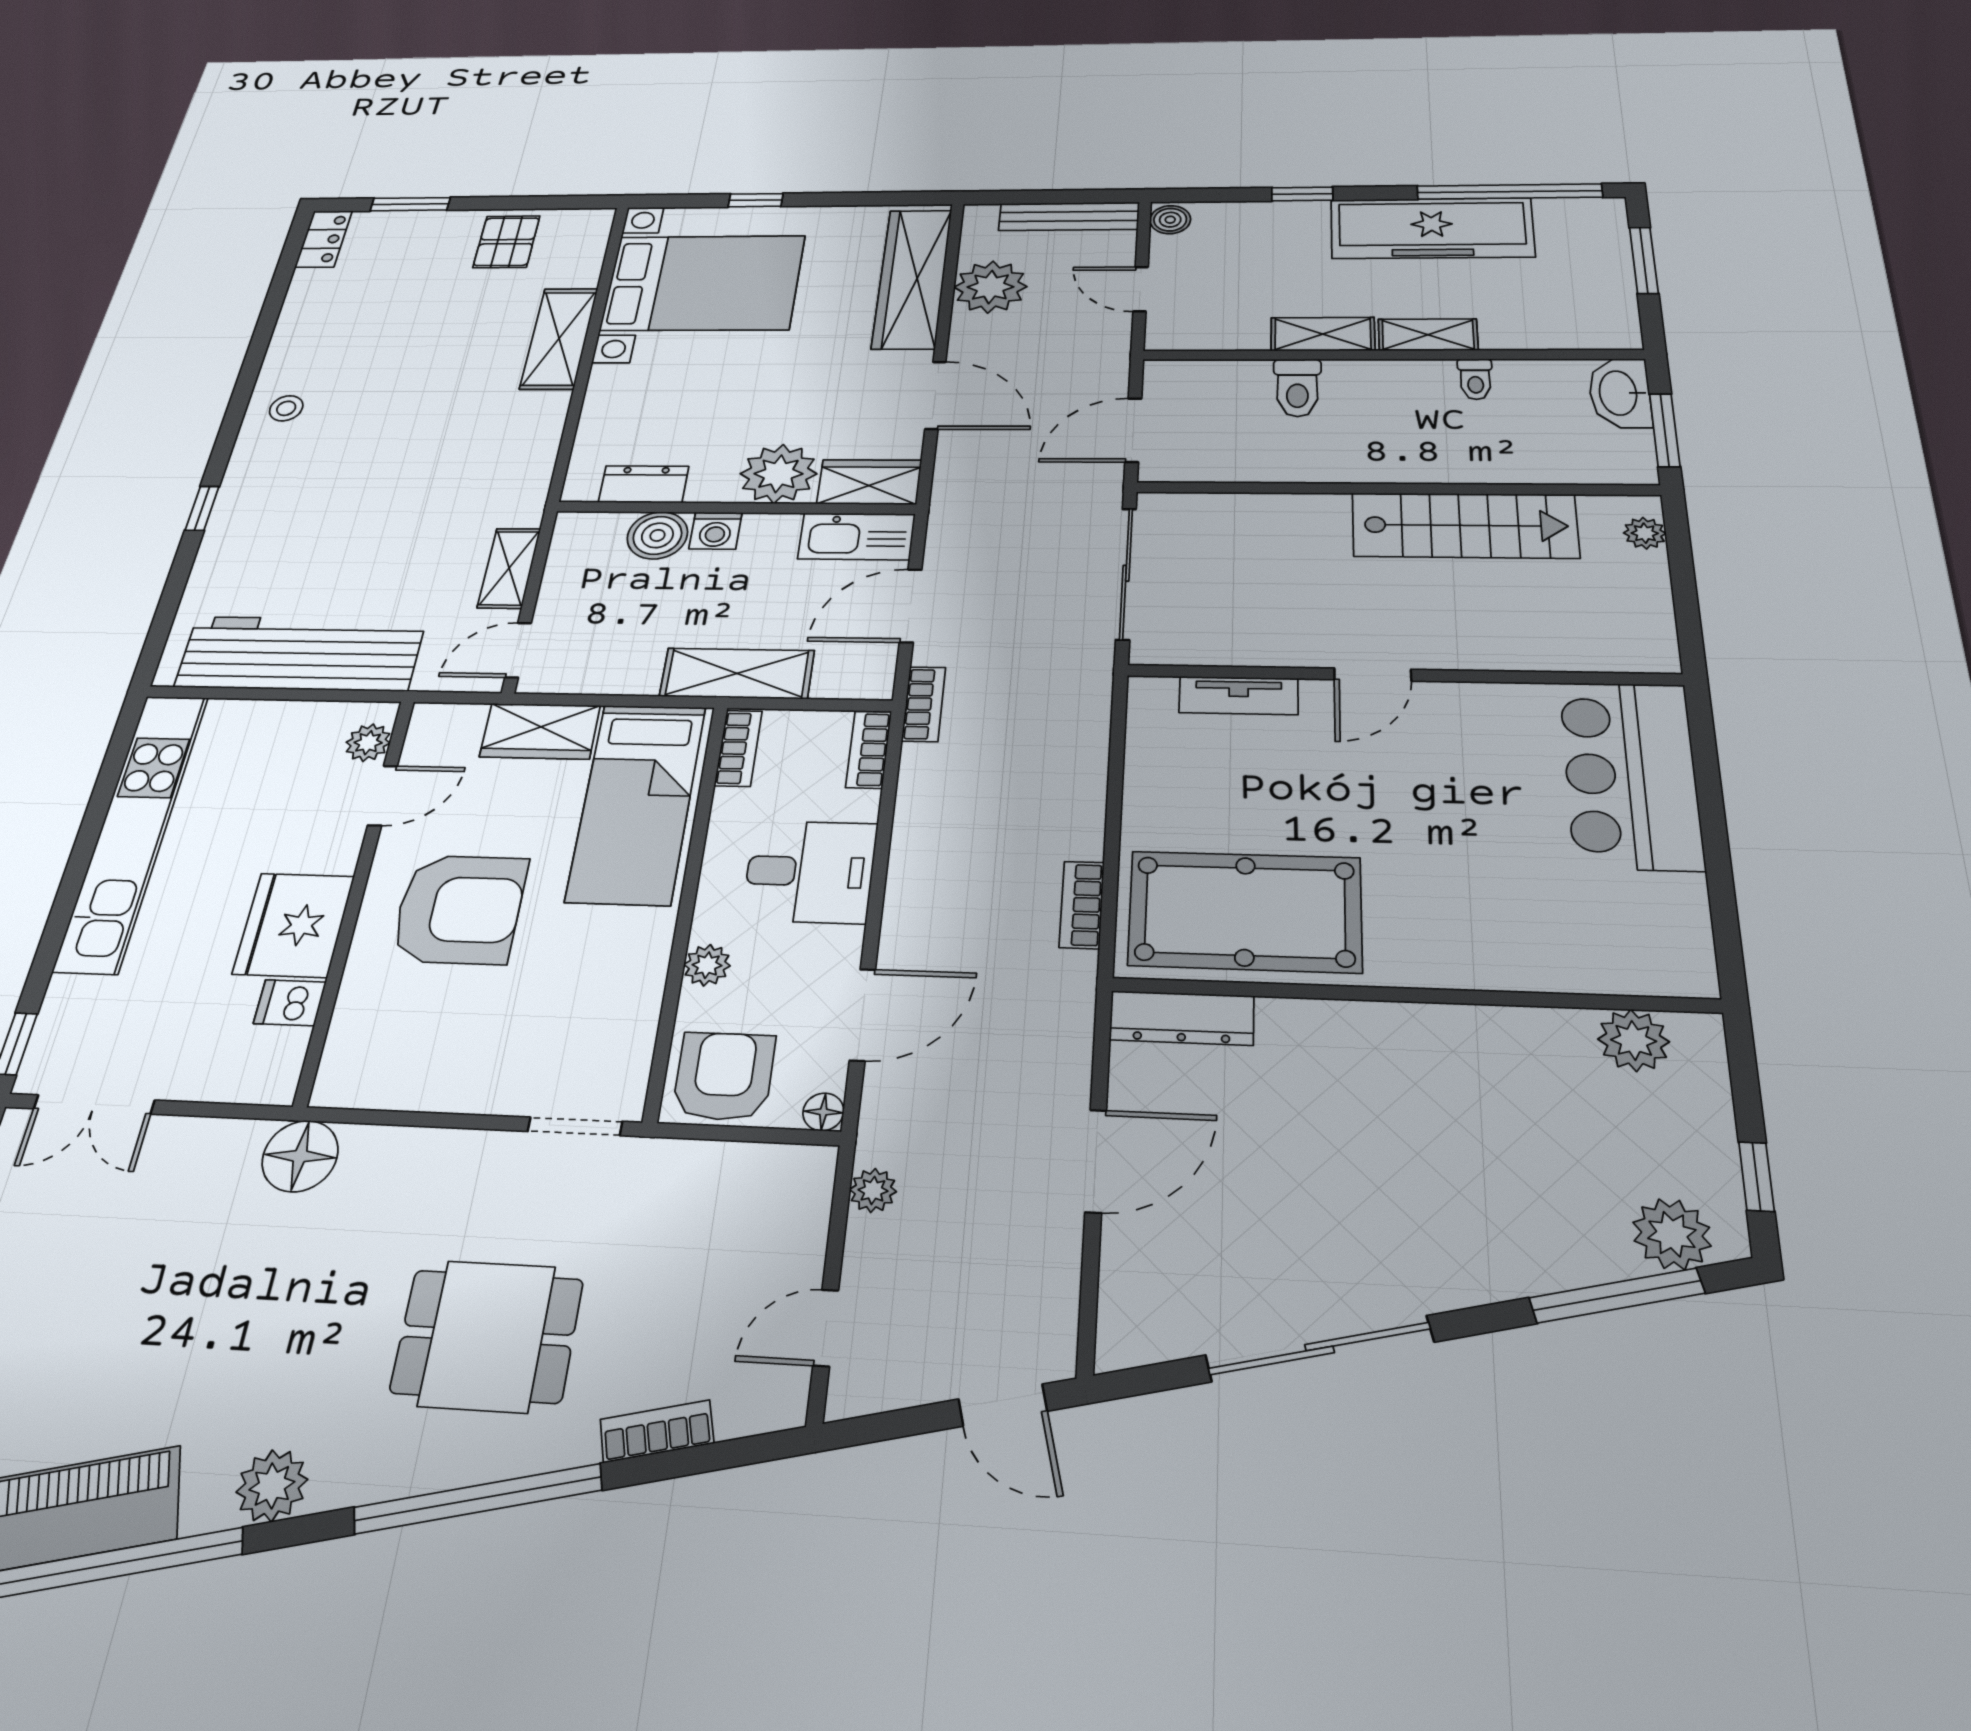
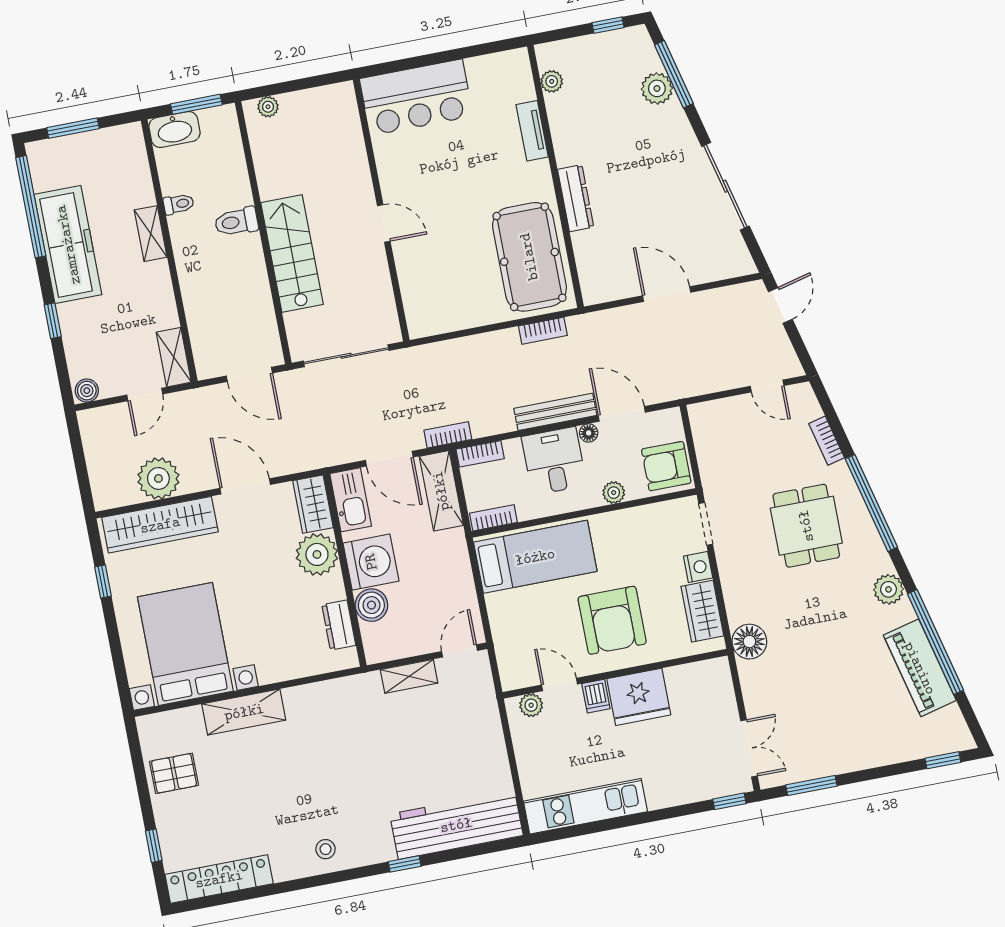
window: (756, 200) -> (103, 582), moved
window: (410, 204) -> (154, 846), width x0.67
bench: (1069, 216) -> (555, 412), moved, turned 90
locker: (324, 239) -> (219, 879), width x2.16, depth x1.21
shelving: (1323, 334) -> (174, 357), moved
toilet: (1297, 388) -> (236, 222), moved, turned 180
door: (935, 395) -> (245, 486), hinge flipped
stairs: (1464, 525) -> (292, 254), moved
washing machine: (716, 531) -> (371, 562), width x1.89, depth x1.89
door: (518, 650) -> (459, 651), swing flipped
workbench: (300, 653) -> (456, 825), moved, turned 90
shelving: (737, 673) -> (441, 491), moved
tv unit: (1239, 696) -> (532, 131), moved, turned 180
wardrobe: (540, 731) -> (702, 611), moved, turned 180
kitchen unit: (133, 830) -> (585, 806), width x0.73
armchair: (459, 909) -> (612, 620), turned 180
dishwasher: (290, 1003) -> (596, 696), moved
dresser: (1182, 1018) -> (576, 198), moved
plant: (1634, 1040) -> (552, 81), width x0.73, depth x0.73
nightstand: (493, 1091) -> (698, 567), added
floor lamp: (823, 1112) -> (589, 433), moved
plant: (873, 1190) -> (703, 384), removed
plant: (1672, 1234) -> (657, 88), moved

